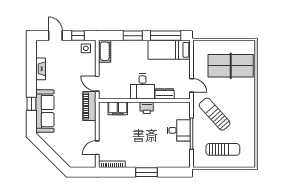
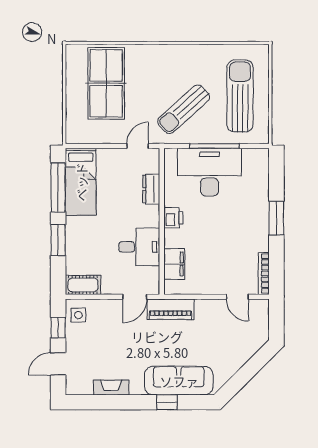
desk: (142, 86) -> (139, 247), moved
desk: (179, 130) -> (210, 172), width x1.87, depth x1.30
sun lounger: (223, 149) -> (240, 96), width x1.36, depth x1.34

